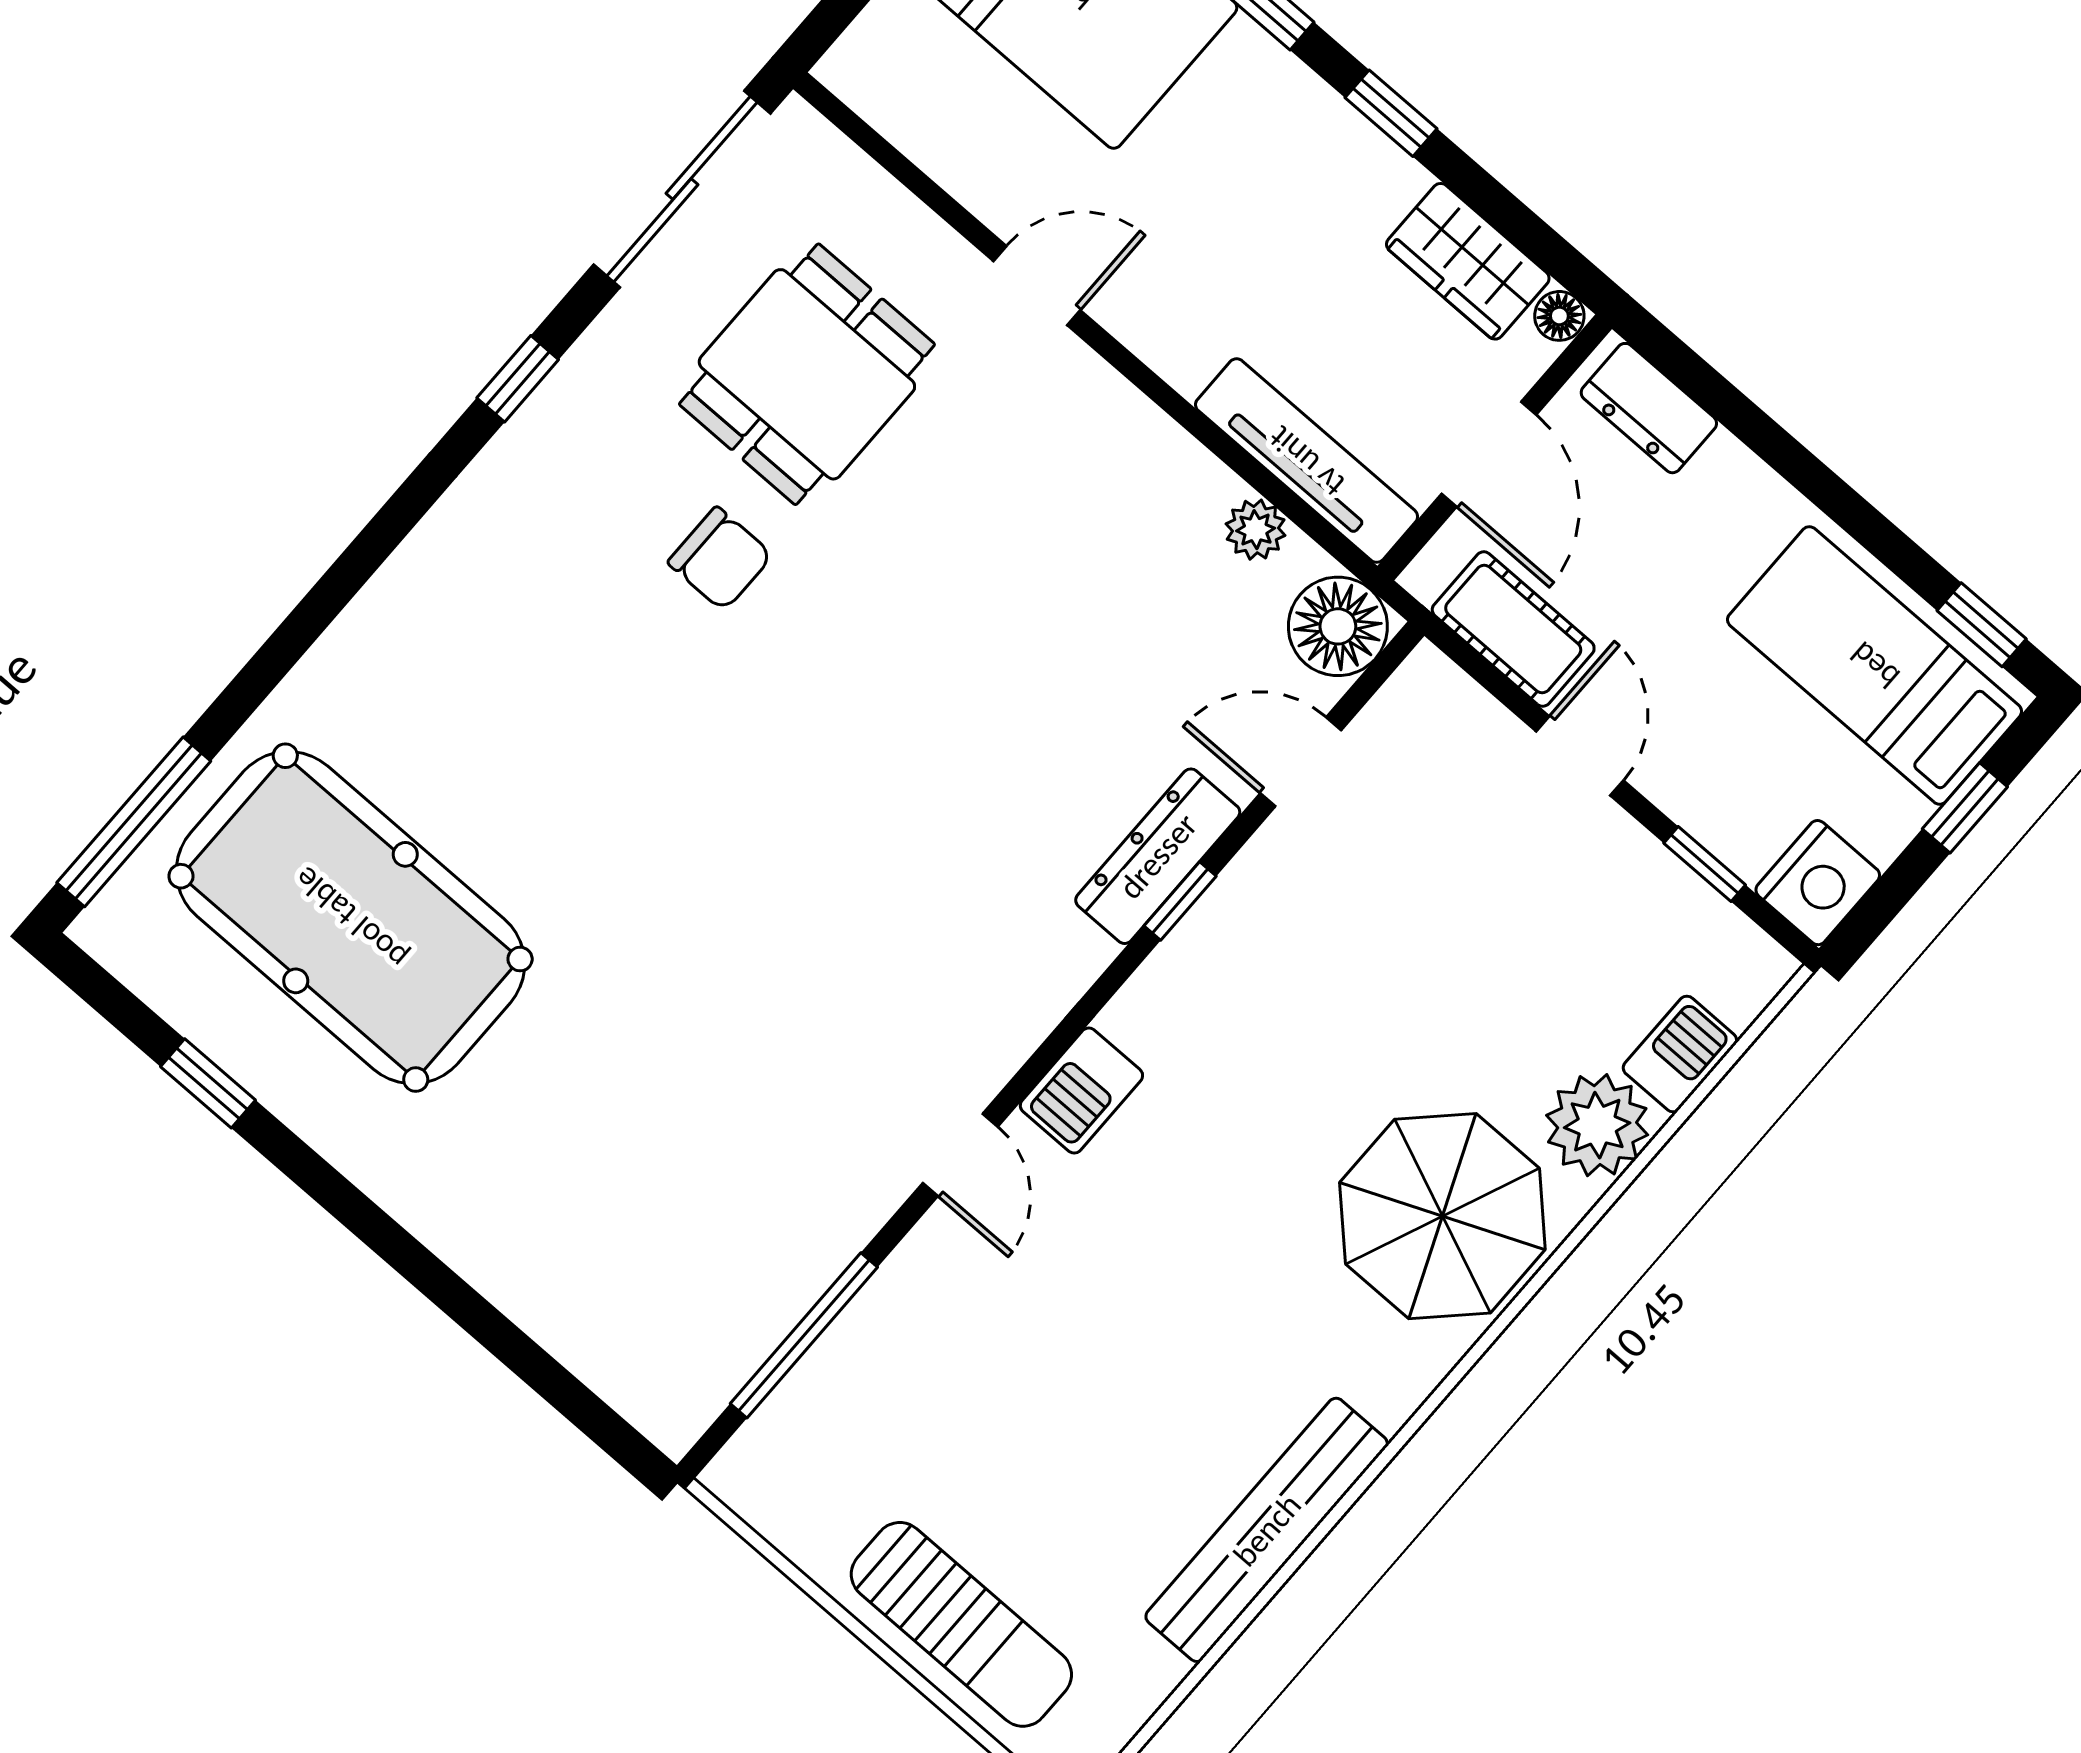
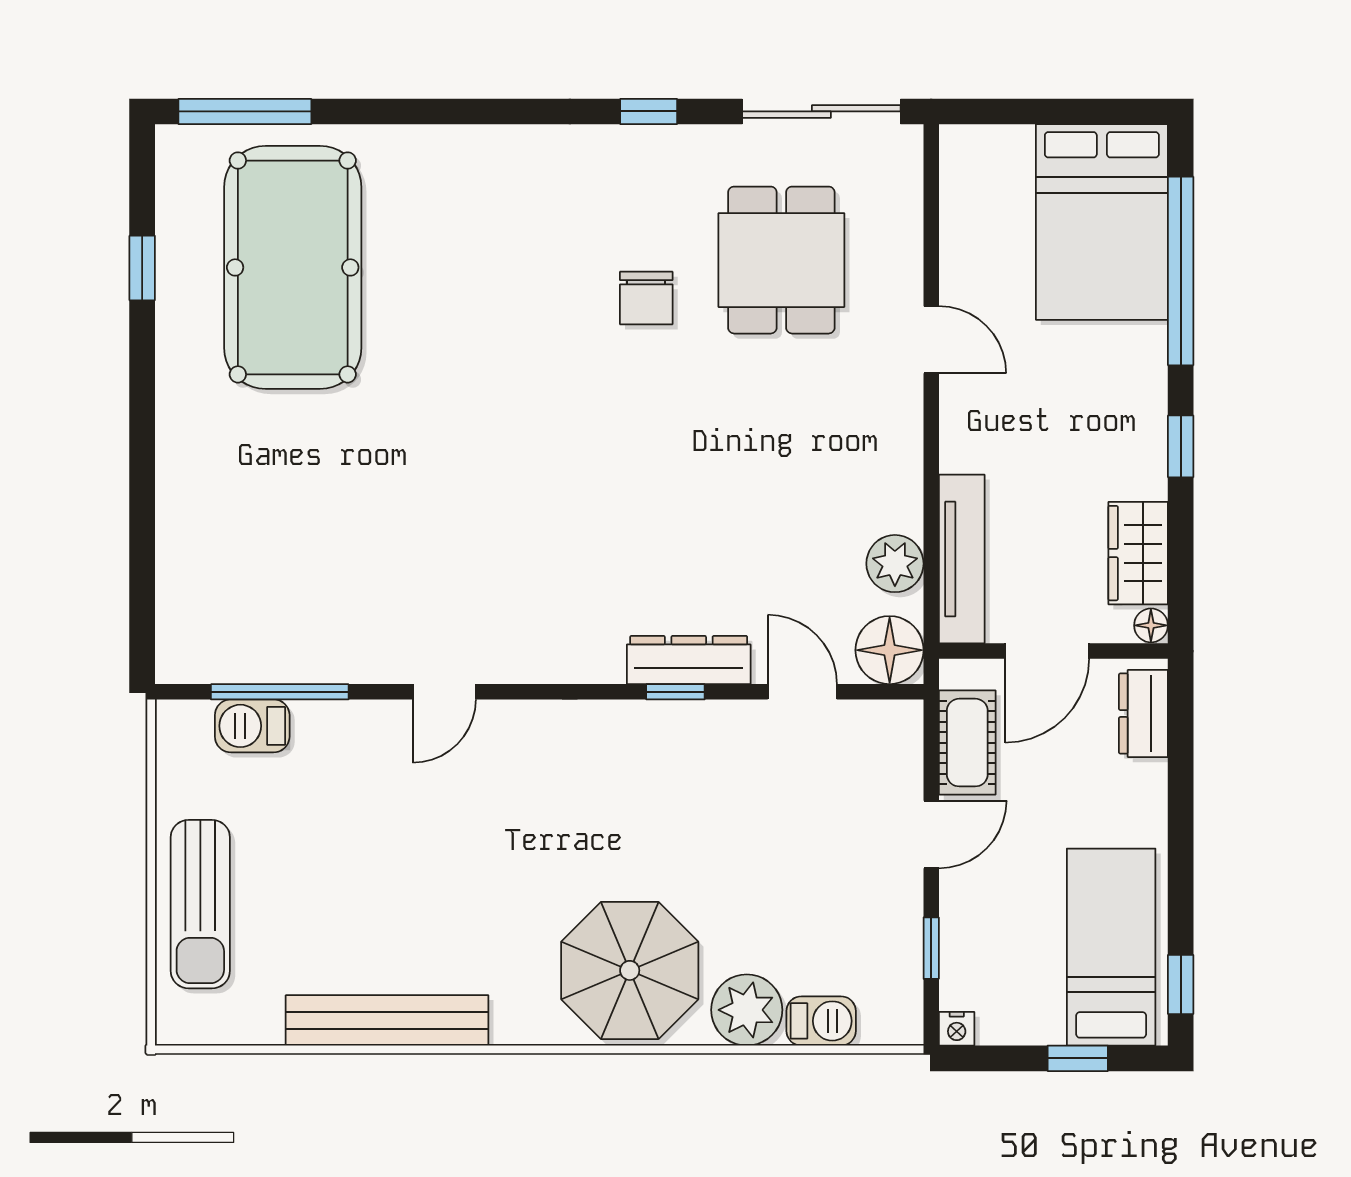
dining table: (807, 374) -> (781, 260), turned 90
plant: (1256, 530) -> (895, 564), width x1.38, depth x1.38
nightstand: (1818, 883) -> (957, 1029), width x0.53, depth x0.56
barbecue: (1081, 1091) -> (252, 726), moved

